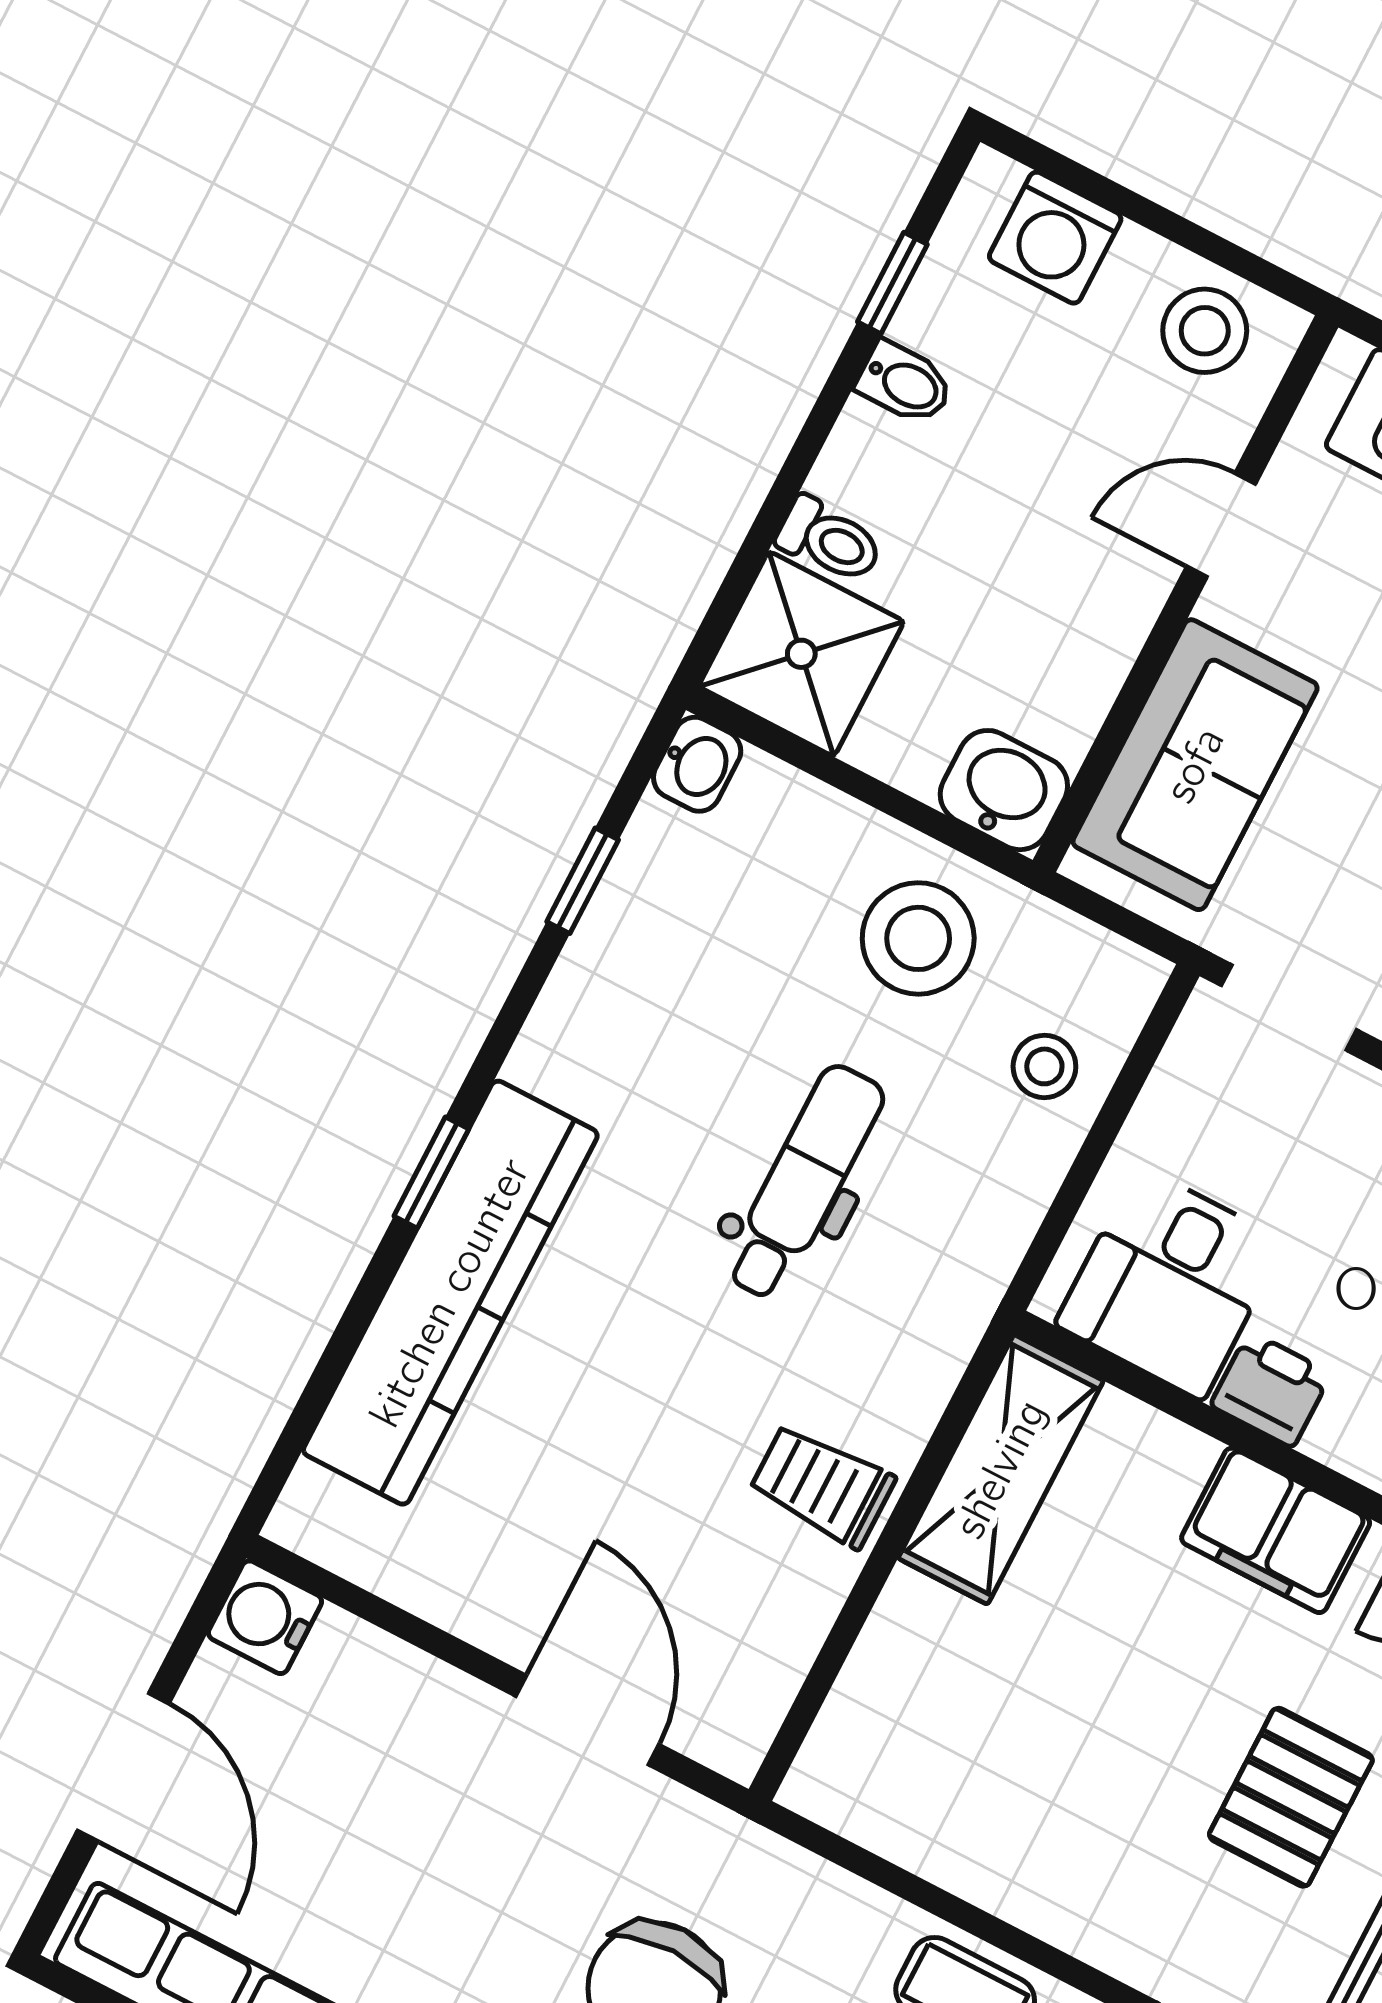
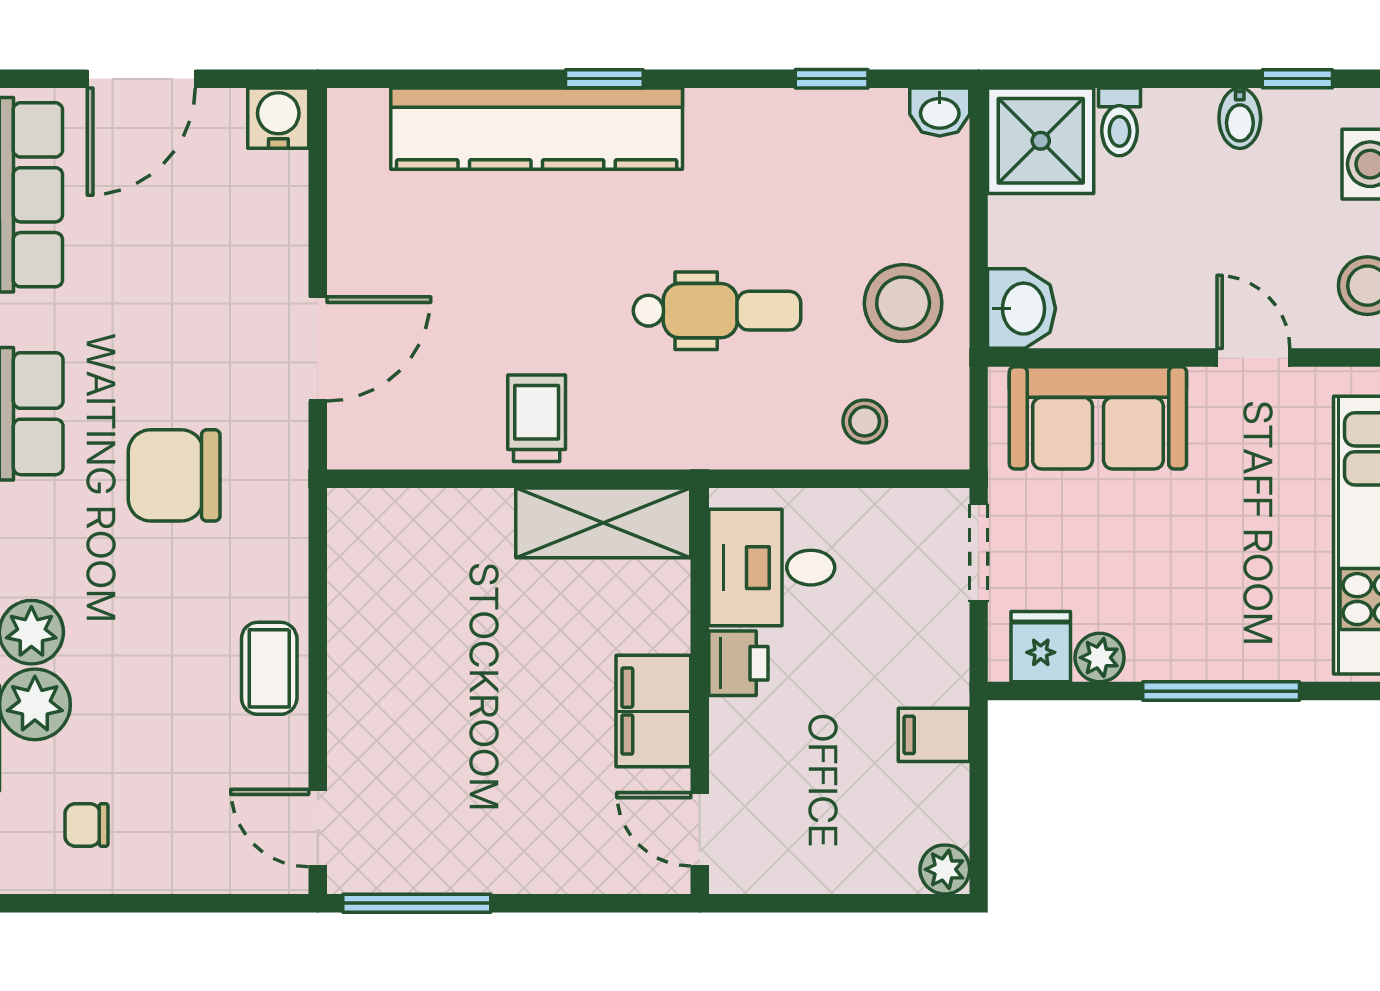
pallet: (1291, 1797) -> (494, 805), removed

